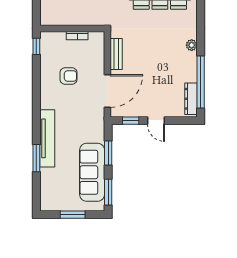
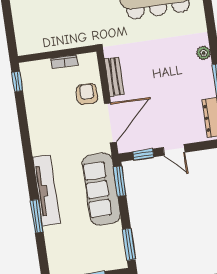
armchair: (68, 76) -> (87, 94), moved, turned -90
window: (108, 153) -> (120, 181), moved
sofa: (92, 172) -> (101, 189), moved

